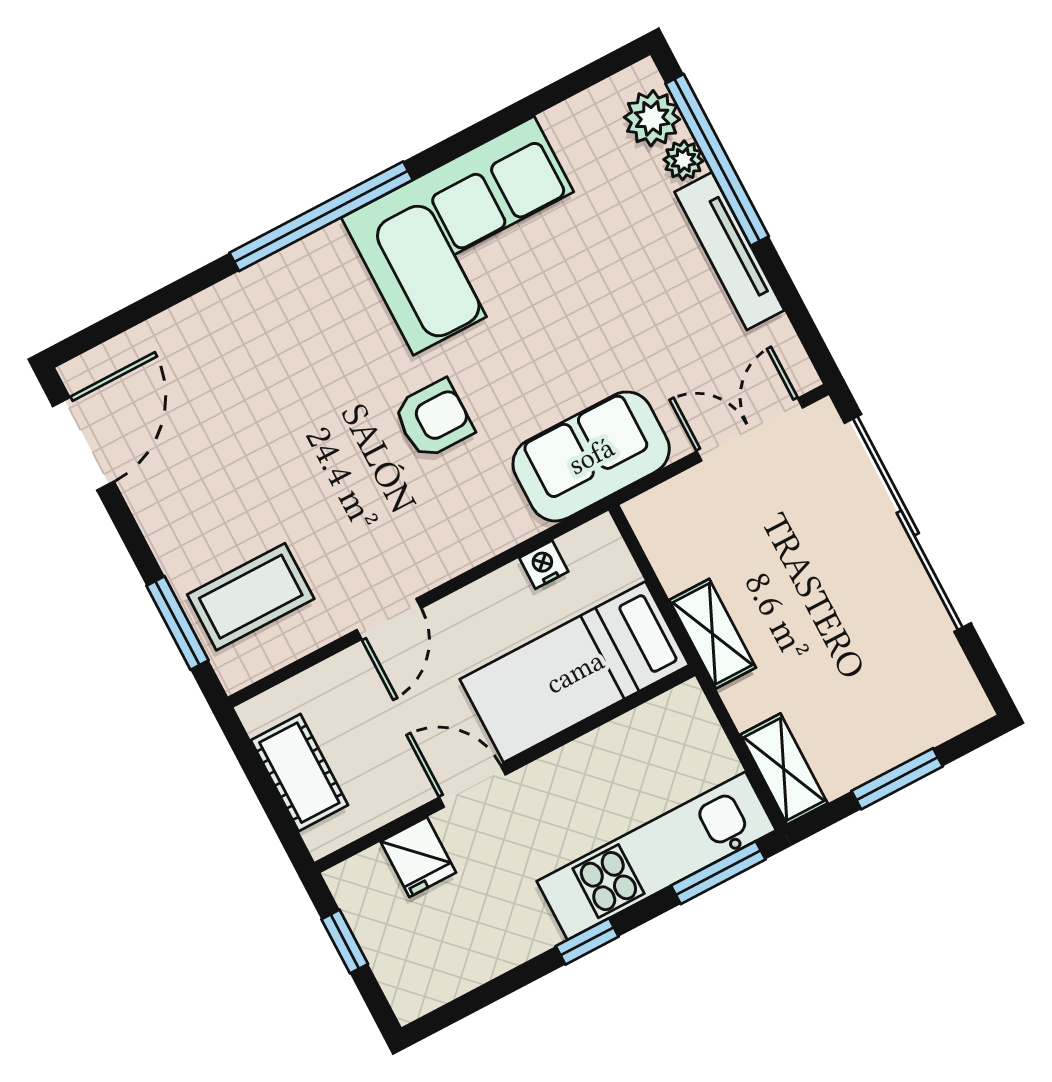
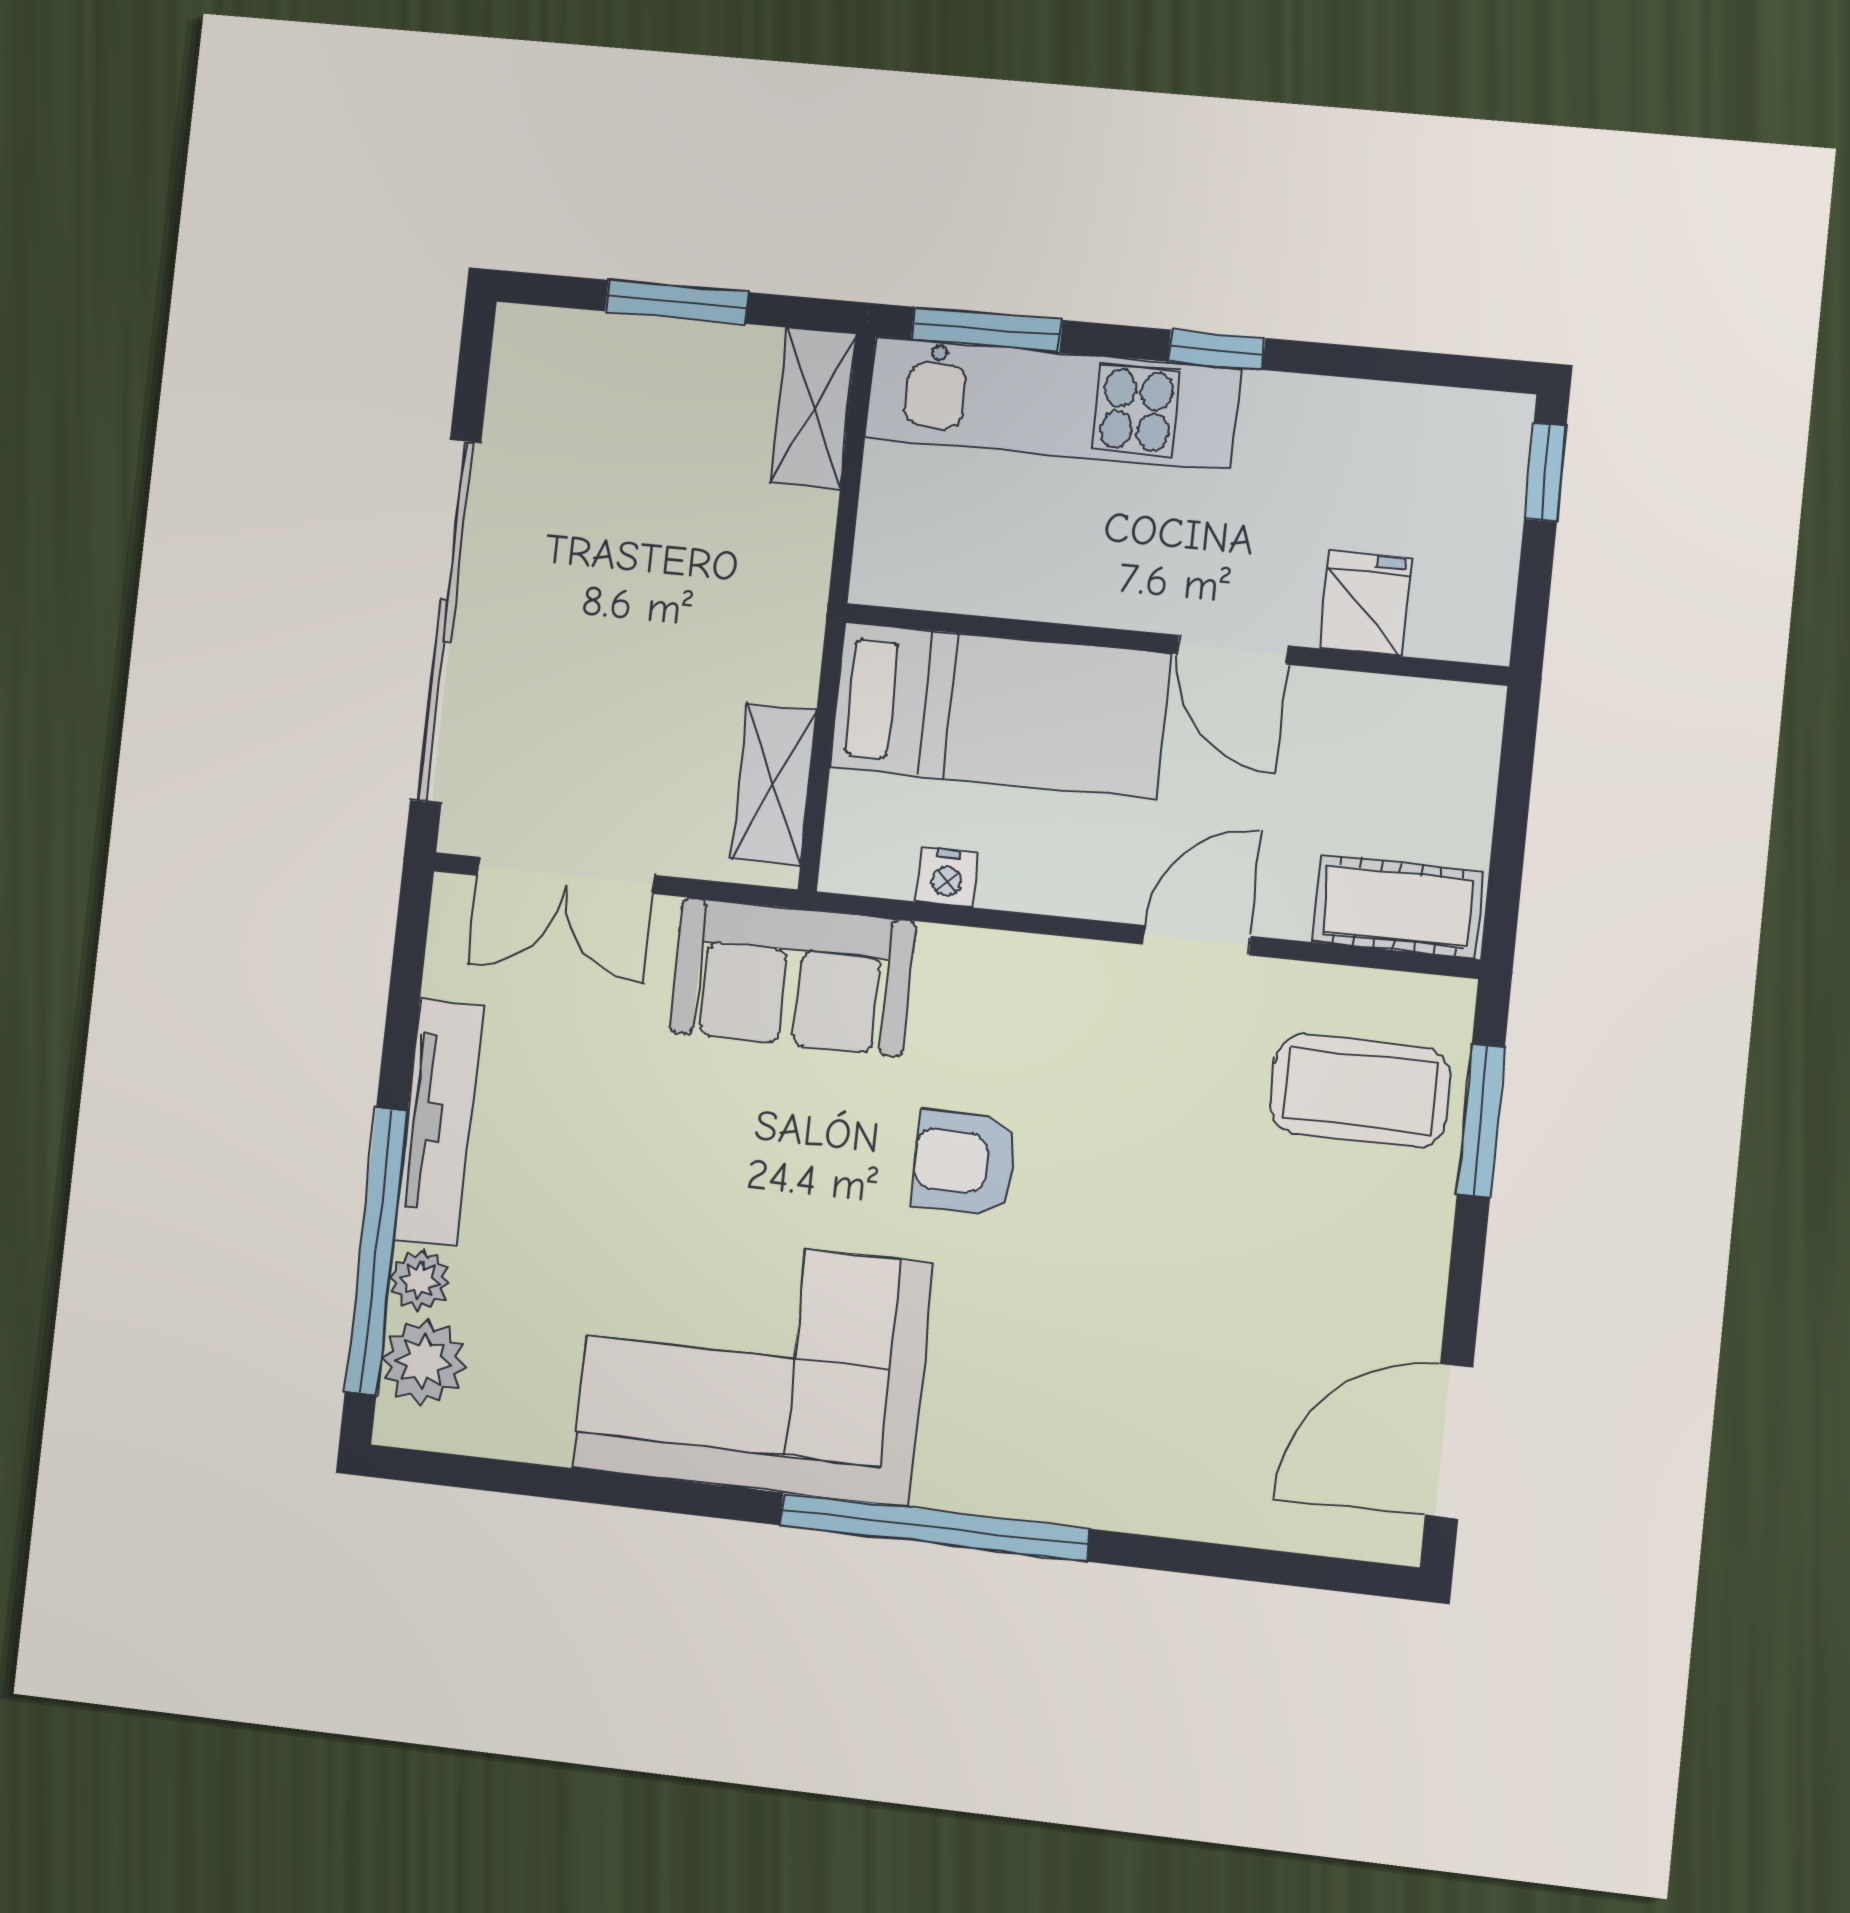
shelving: (712, 634) -> (774, 784), moved
cot: (299, 773) -> (1398, 907), moved, turned 90
window: (345, 942) -> (1545, 473), moved

